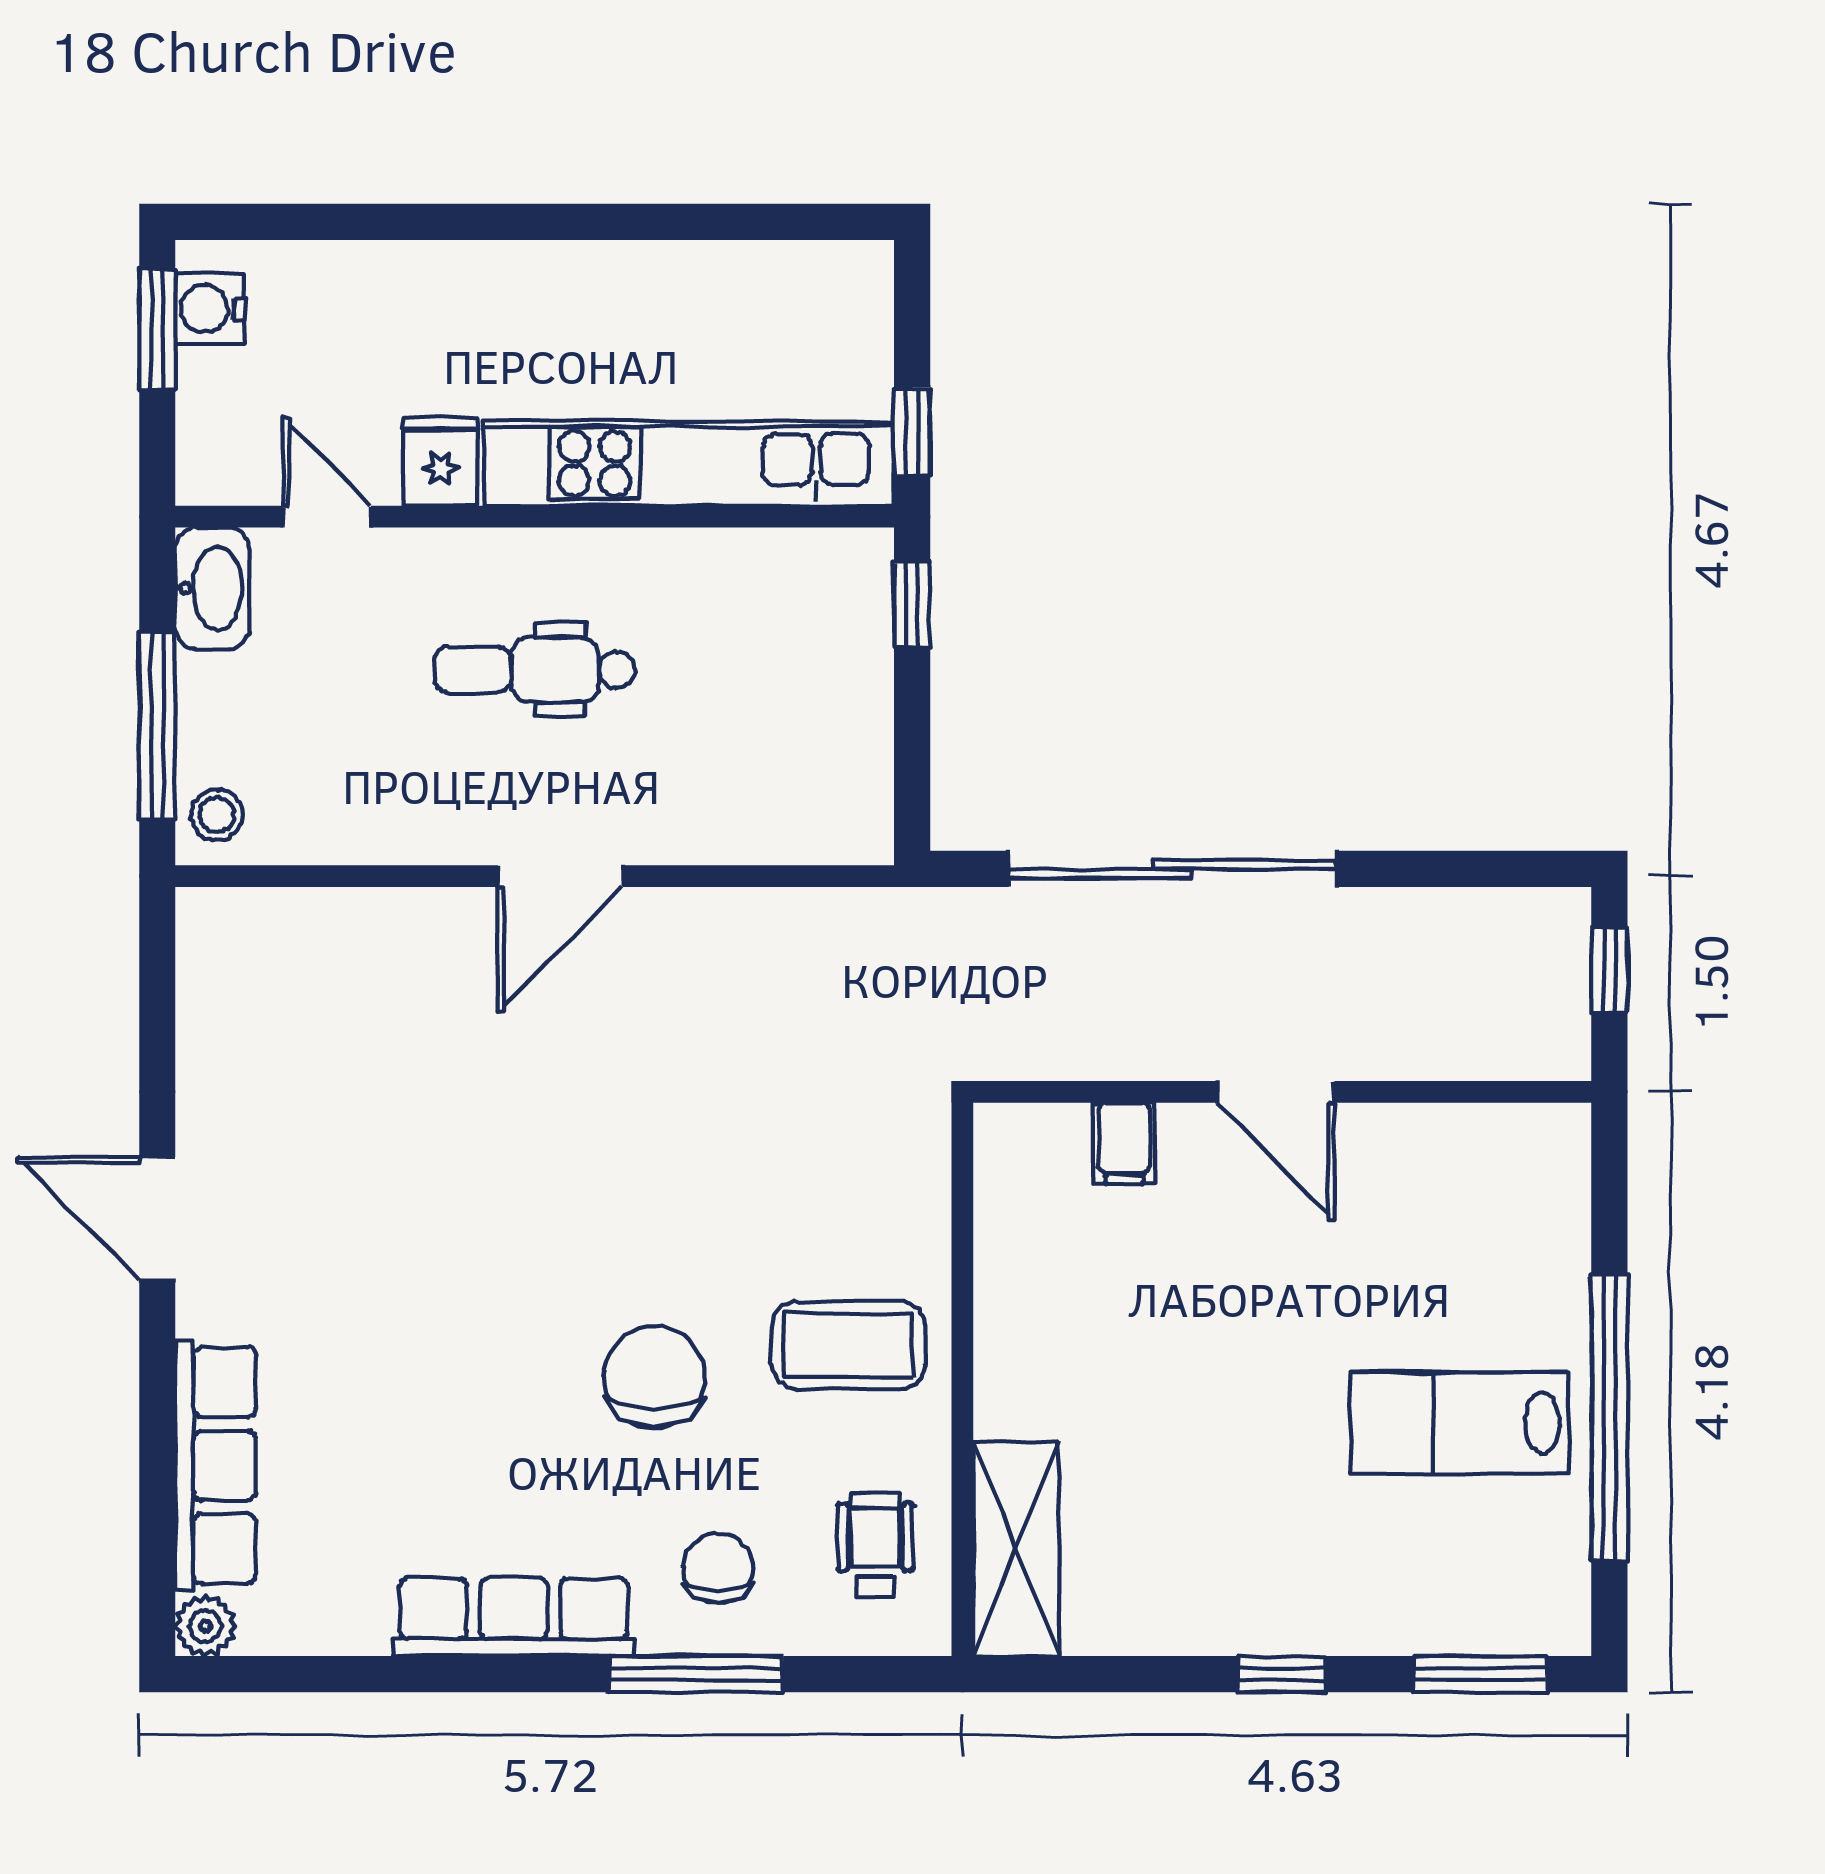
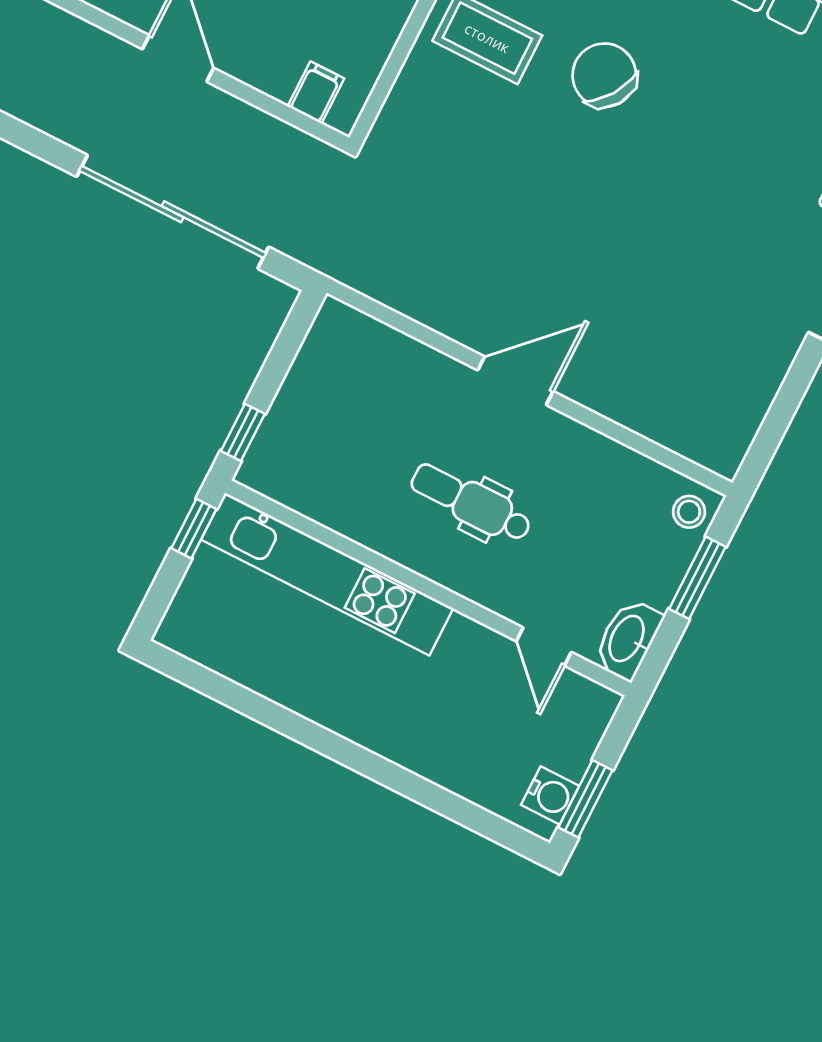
fridge: (441, 461) -> (465, 645), removed
dental chair: (535, 670) -> (471, 503), turned 180
window: (157, 726) -> (697, 578), width x0.69
filing cabinet: (1124, 1143) -> (316, 92), moved
chair: (655, 1377) -> (604, 75), turned 124

